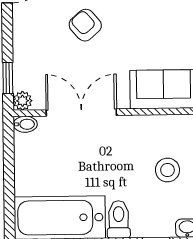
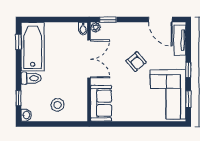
armchair: (85, 25) -> (136, 62), turned 90

